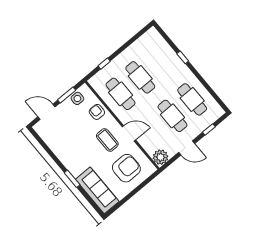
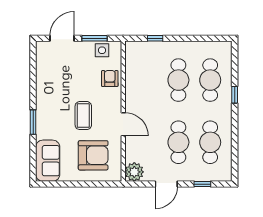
cafe table: (121, 94) -> (210, 80), moved
door: (47, 112) -> (62, 38), hinge flipped
coffee table: (107, 140) -> (83, 116), moved
door: (187, 148) -> (166, 184), hinge flipped
sofa: (97, 190) -> (48, 161), width x0.73

